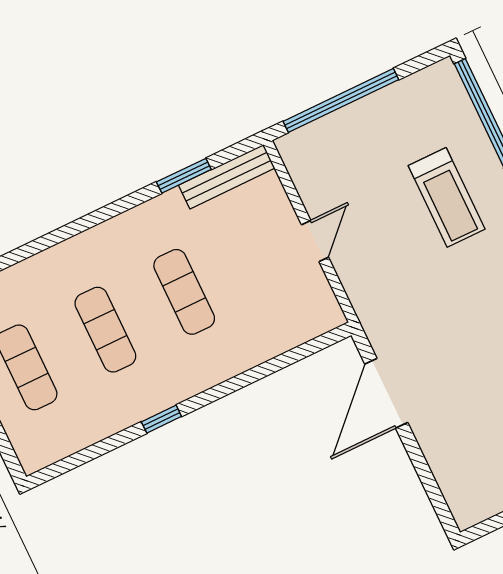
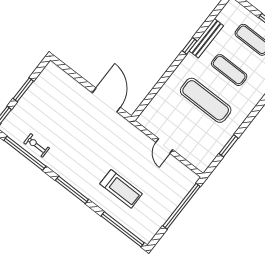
bench: (227, 177) -> (206, 38), moved
treadmill: (447, 197) -> (121, 189), turned 180
exercise mat: (184, 292) -> (206, 100), width x1.36, depth x1.45

